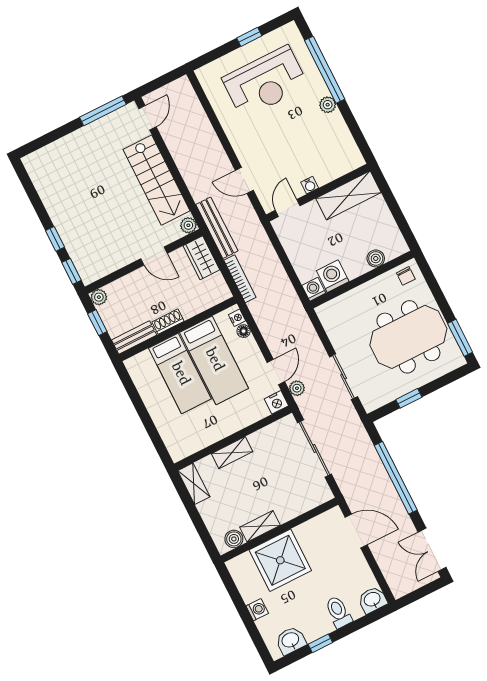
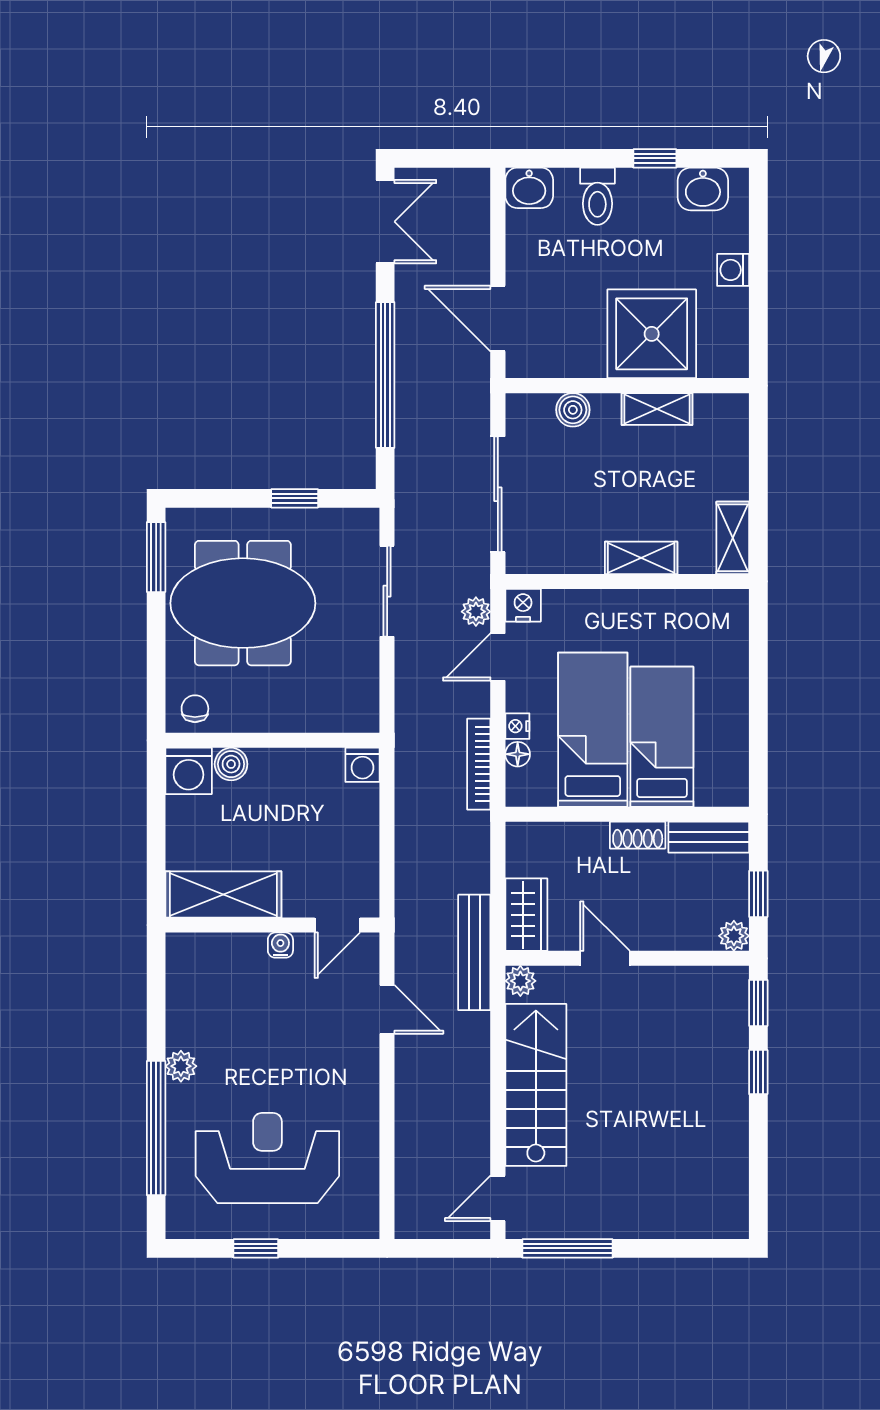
washing machine: (333, 276) -> (189, 771), moved
bookcase: (240, 279) -> (479, 764), moved
nightstand: (237, 318) -> (517, 726), moved
boiler: (234, 539) -> (573, 410), moved

